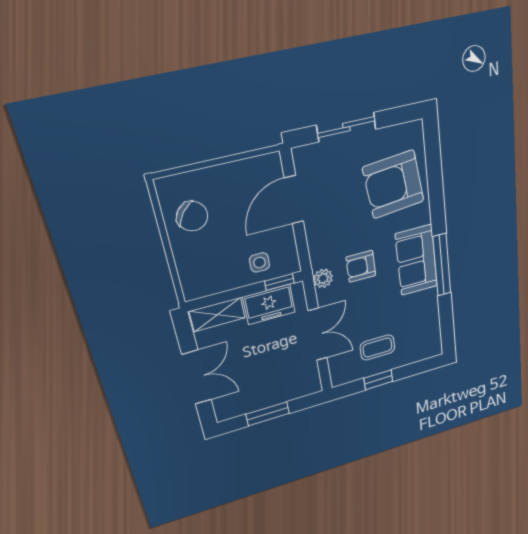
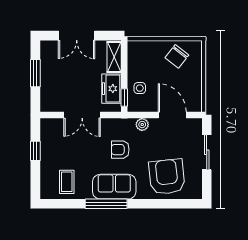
armchair: (361, 266) -> (120, 150), turned -90
plant: (323, 278) -> (142, 125), moved
coffee table: (377, 347) -> (67, 182), moved

